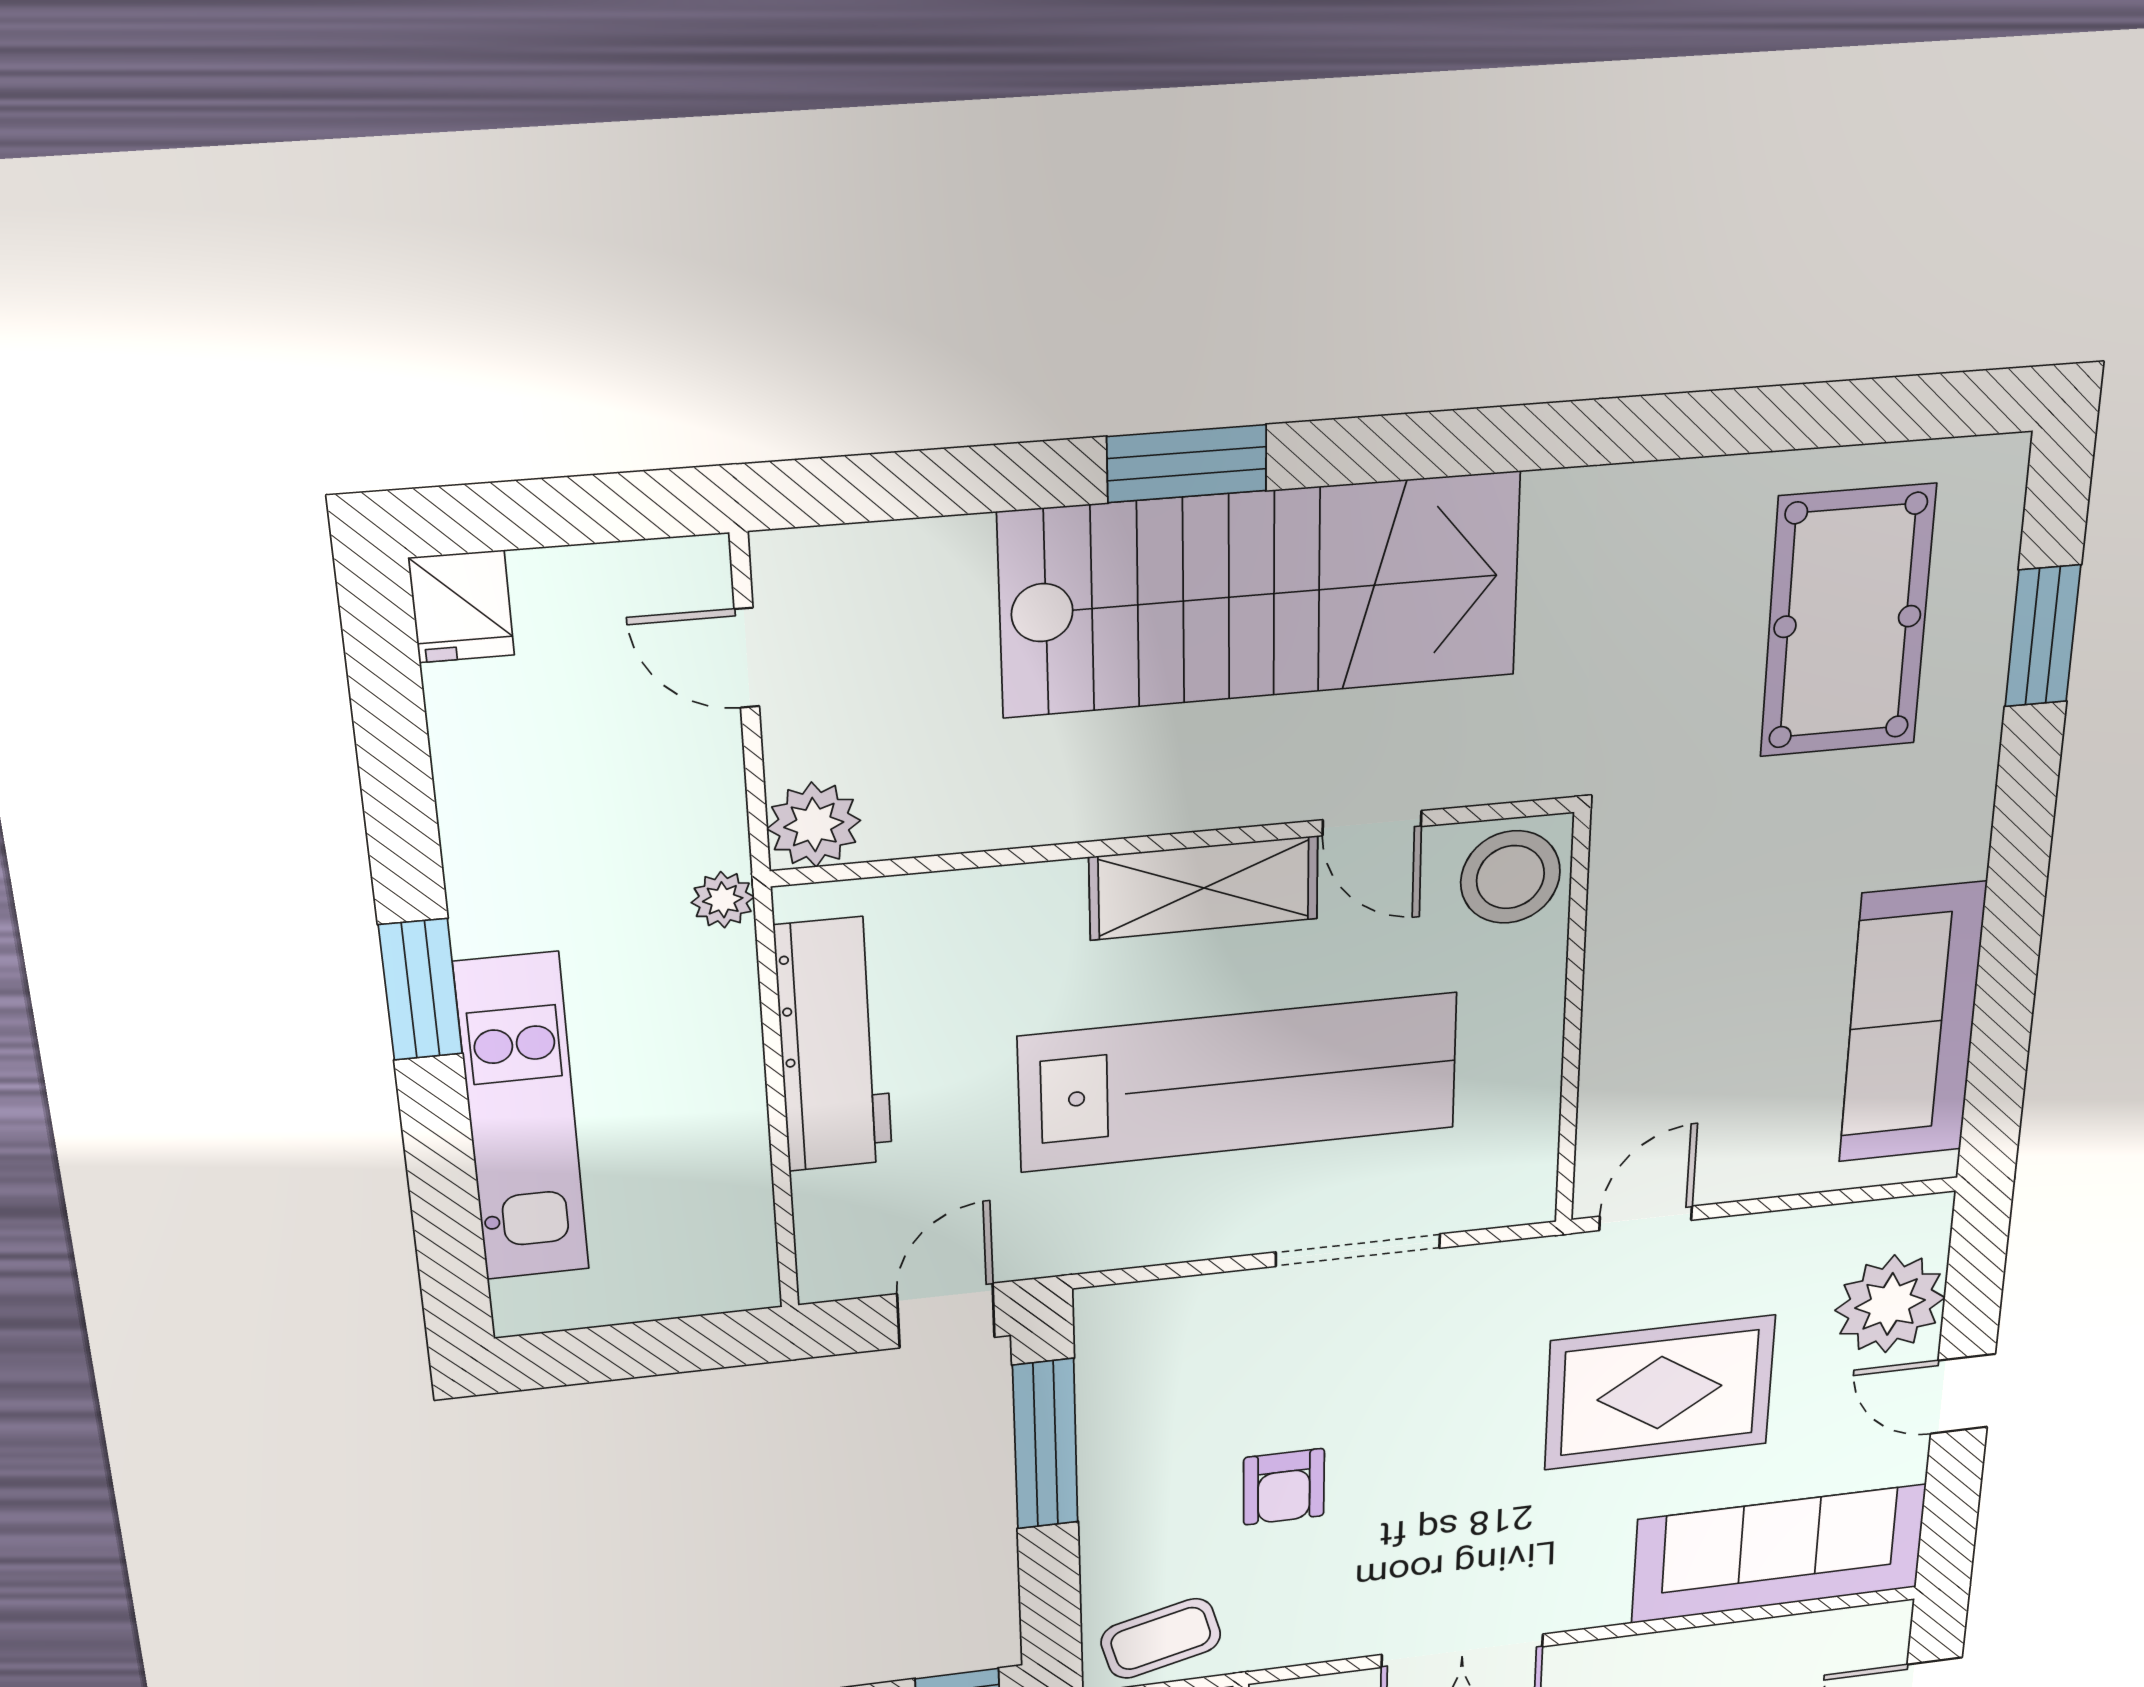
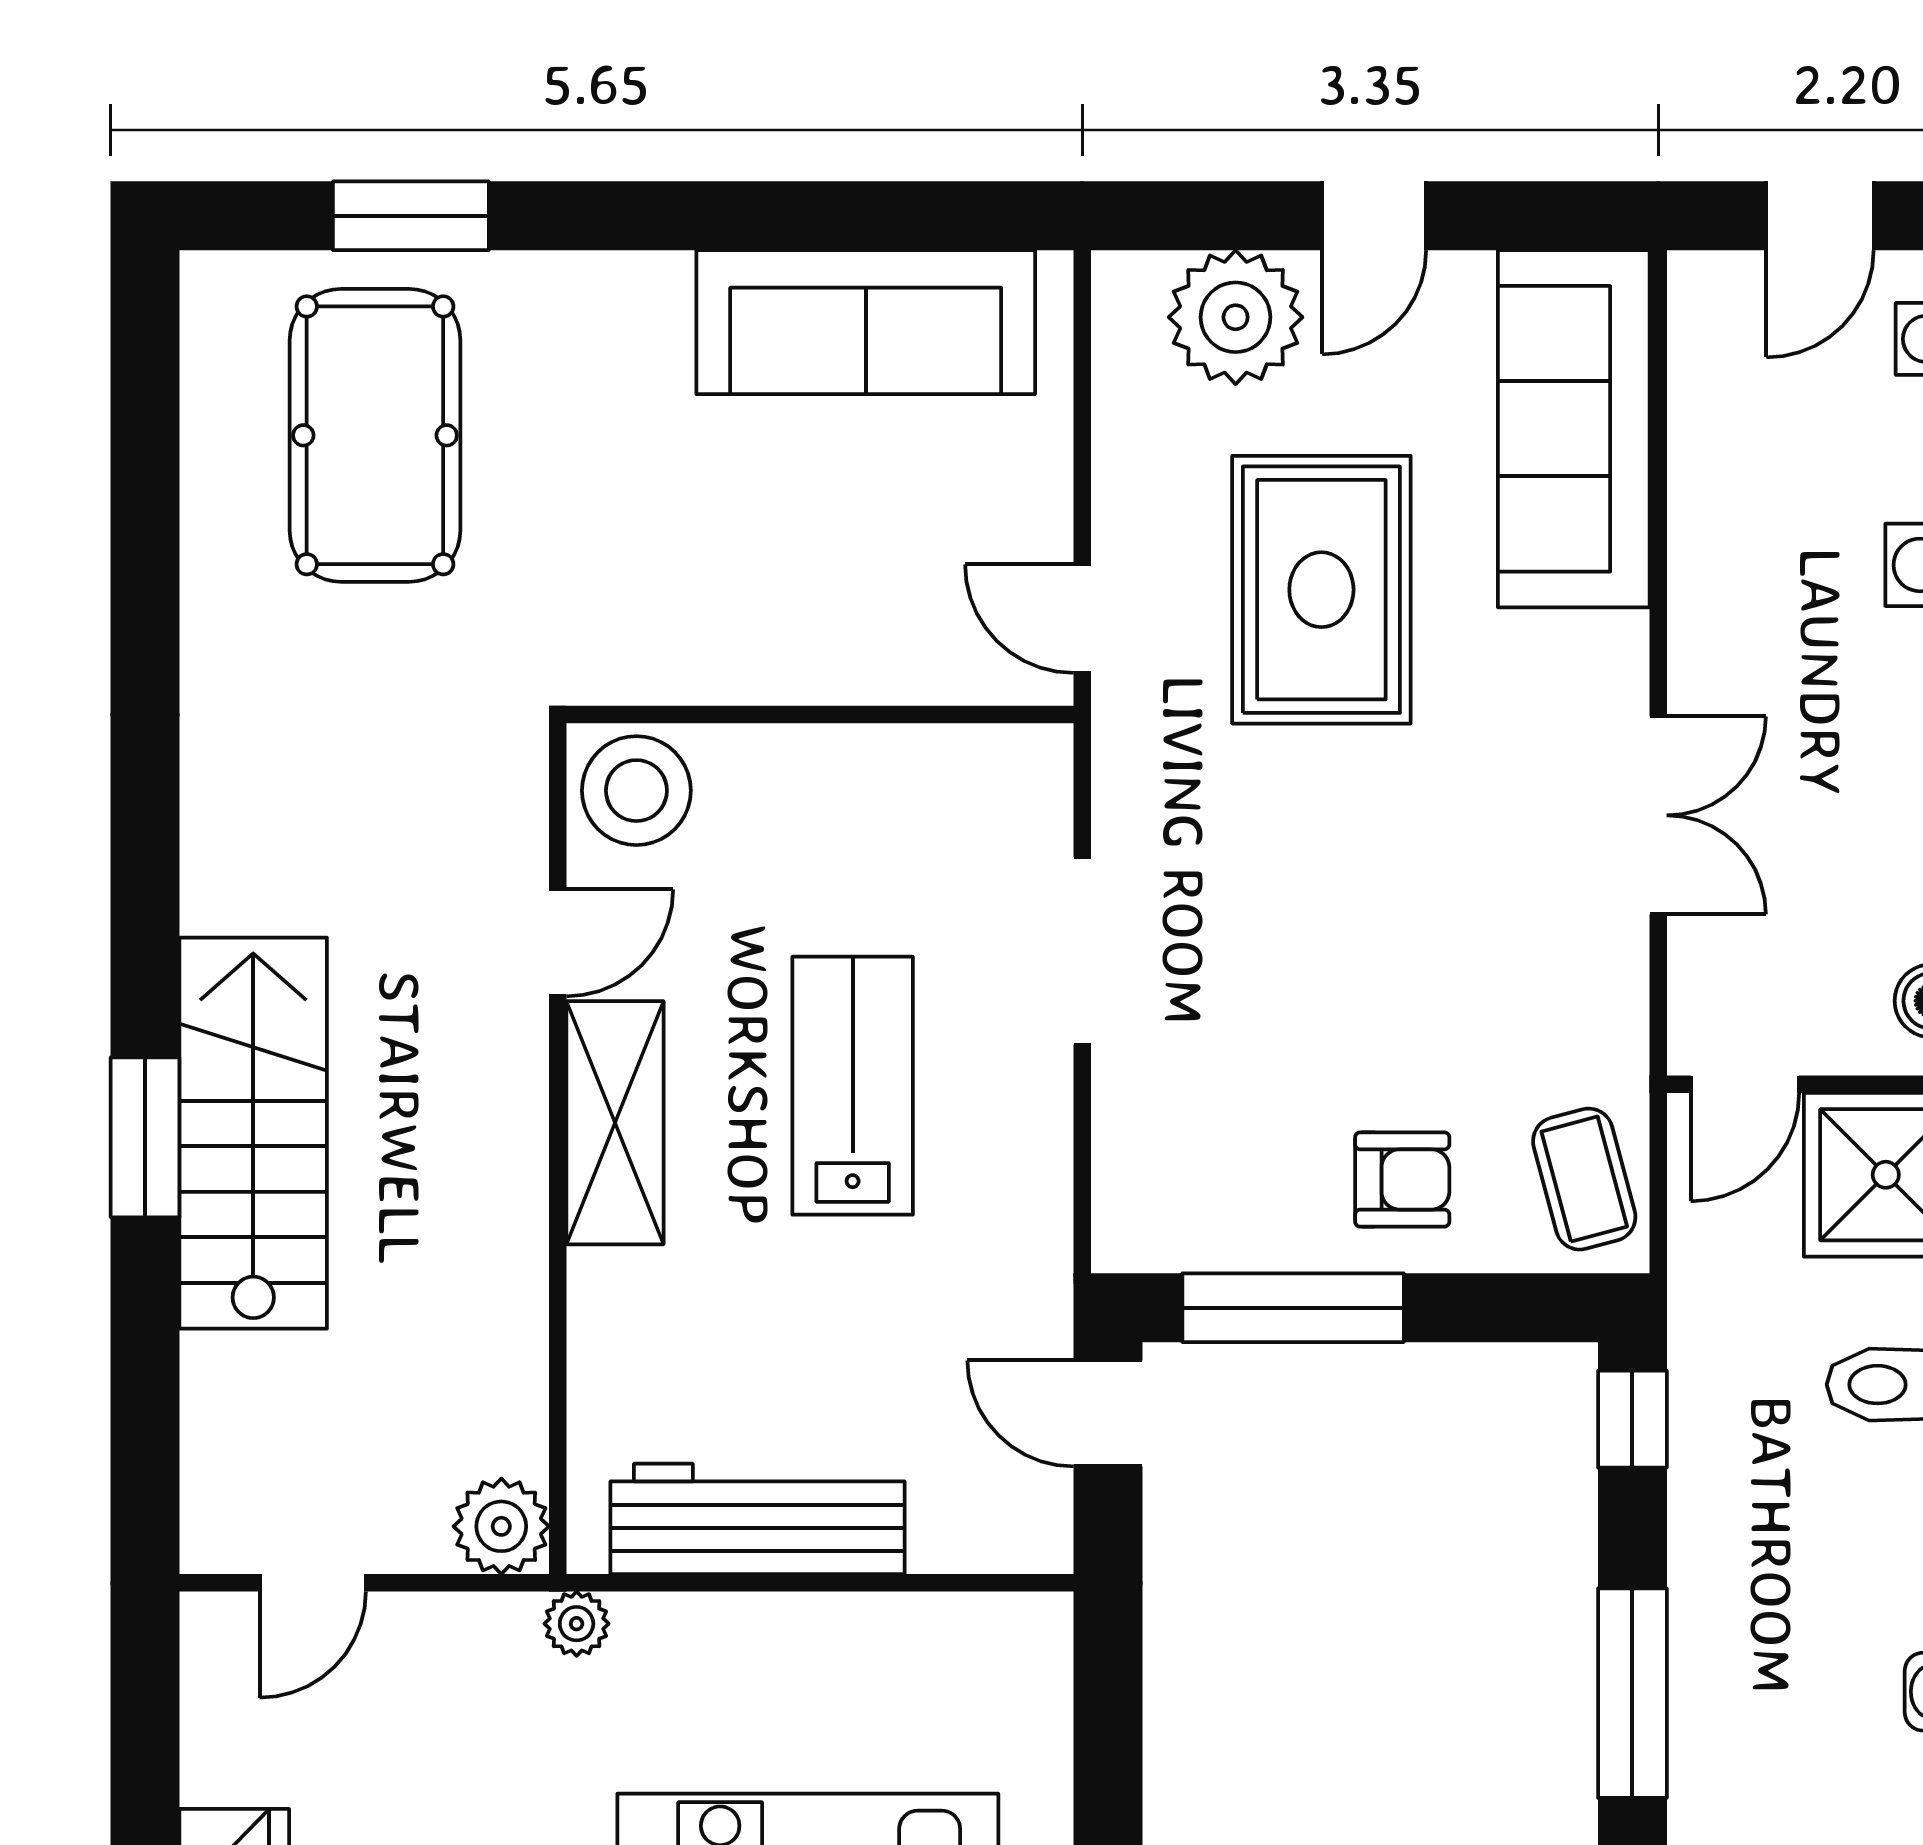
stairs: (1261, 595) -> (253, 1133), width x0.73, depth x0.66
pool table: (1847, 621) -> (375, 435), turned 90
lab bench: (1239, 1082) -> (853, 1086), width x0.54, depth x0.72
armchair: (1284, 1487) -> (1402, 1179), moved

